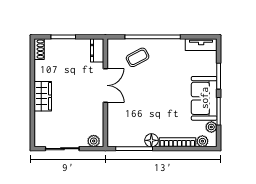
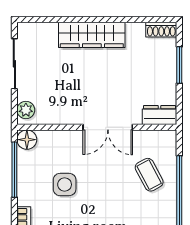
wardrobe: (43, 96) -> (92, 35), width x1.50
side table: (144, 115) -> (65, 185), added
floor lamp: (151, 140) -> (27, 140), moved

